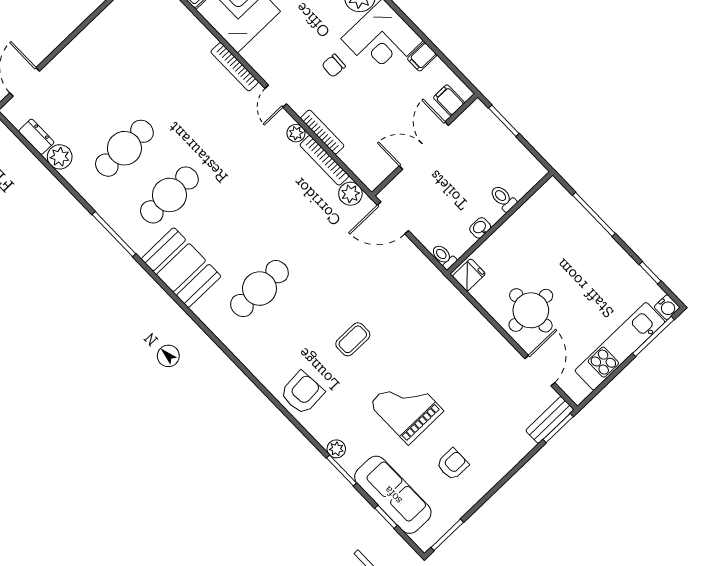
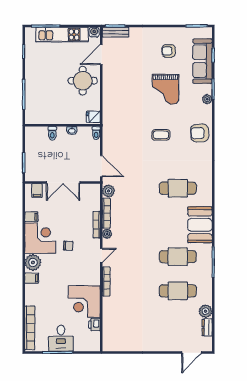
water cooler: (667, 307) -> (94, 32), moved

